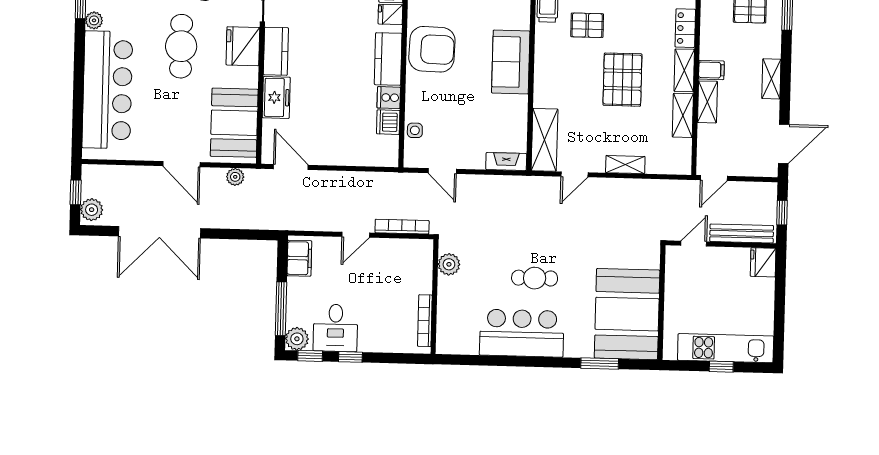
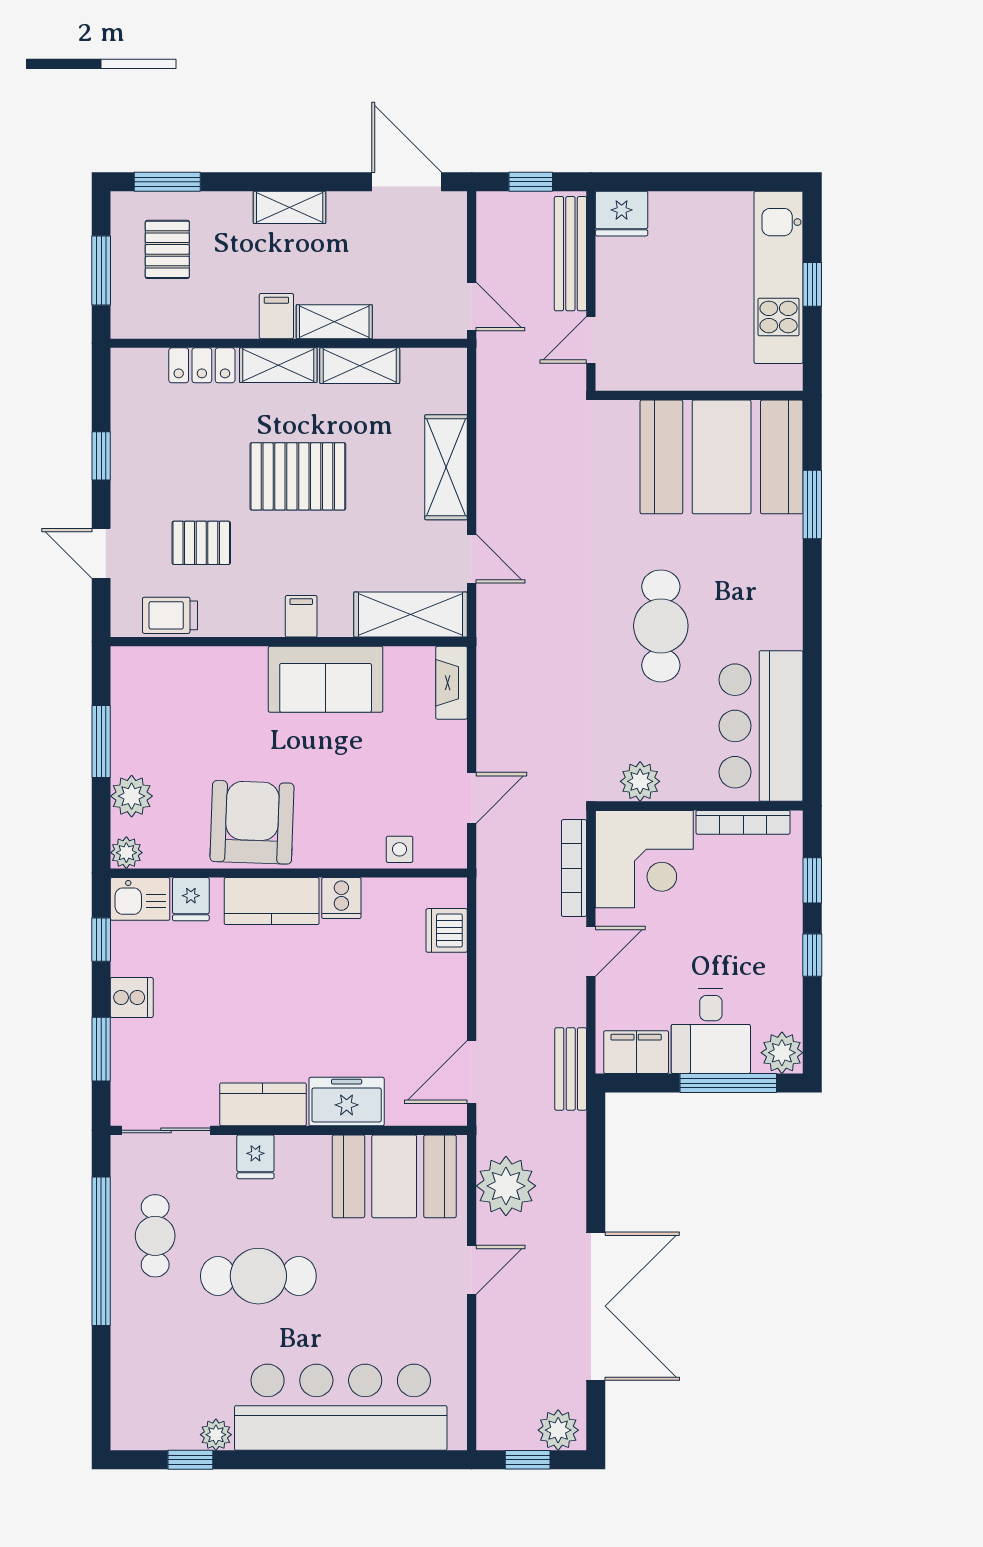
pallet: (587, 25) -> (201, 543), turned 90
fridge: (243, 46) -> (255, 1157), width x0.53, depth x0.75
sofa: (511, 62) -> (326, 679), moved
filing cabinet: (545, 79) -> (301, 616), added
dishwasher: (388, 122) -> (447, 930), moved, turned 90
door: (181, 164) -> (472, 1270), width x0.73
shelving: (625, 165) -> (446, 467), width x1.50, depth x1.33
plant: (235, 177) -> (506, 1186), width x1.88, depth x1.88
bench: (291, 222) -> (571, 1069), added
door: (356, 235) -> (591, 951), hinge flipped
door: (694, 244) -> (591, 340), hinge flipped
corner desk: (406, 266) -> (644, 859), added
cafe table: (535, 278) -> (661, 626), width x1.37, depth x1.35
desk: (335, 328) -> (711, 1031), moved, turned 90
bar counter: (522, 333) -> (761, 726), moved
window: (310, 356) -> (812, 880), moved

